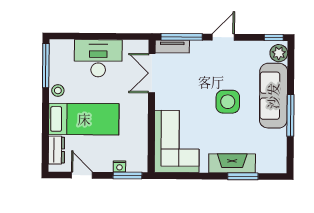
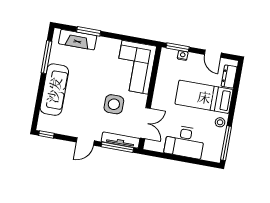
tv unit: (172, 47) -> (121, 140), width x1.41
plant: (279, 53) -> (45, 122), removed
side table: (228, 102) -> (114, 104), moved
window: (290, 115) -> (47, 57), moved
fireplace: (232, 163) -> (78, 40), moved

